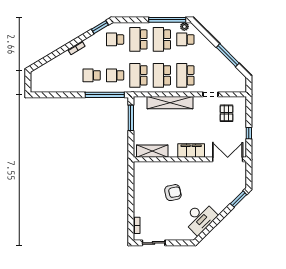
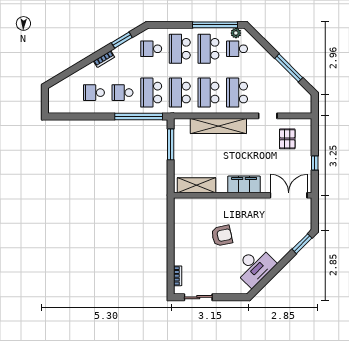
window: (100, 27) -> (122, 40), moved
school desk: (68, 75) -> (94, 93), added
school desk: (115, 75) -> (151, 93), width x1.85

